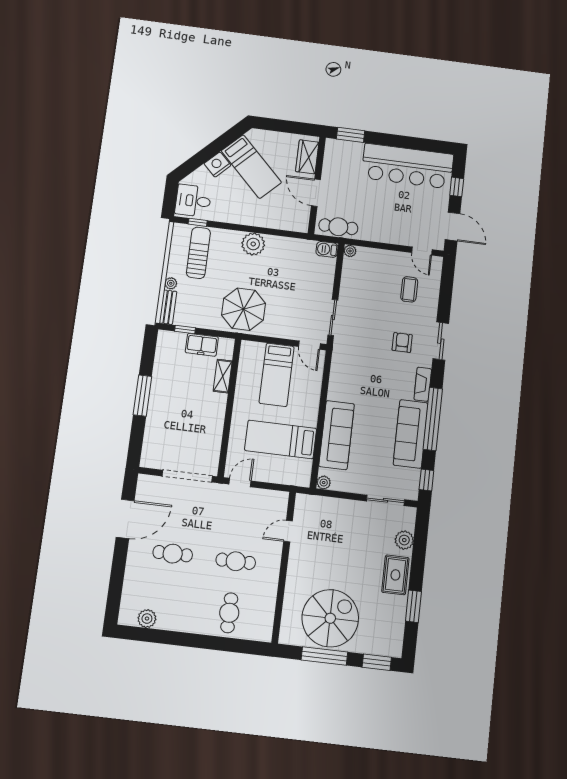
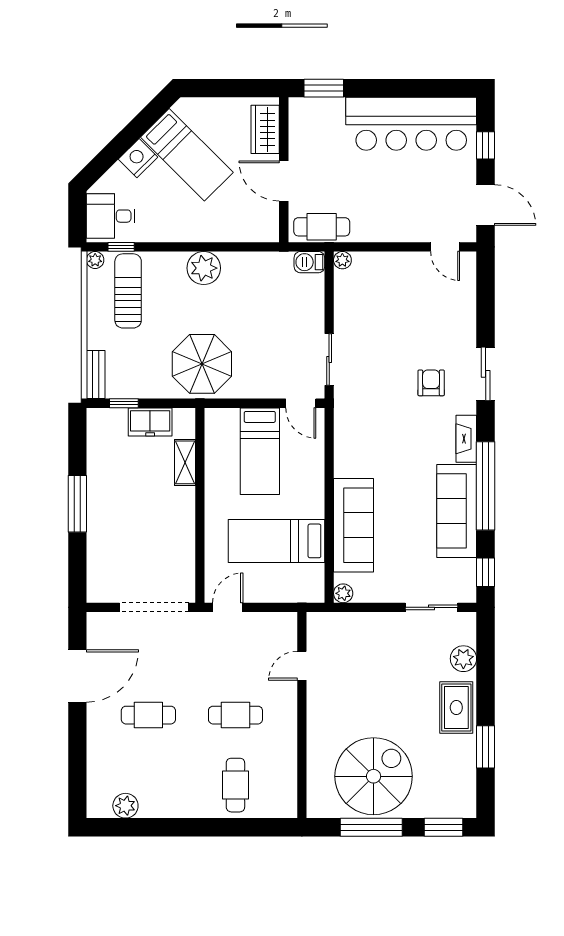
plant: (171, 283) -> (95, 260), moved
coffee table: (409, 289) -> (433, 305), removed

